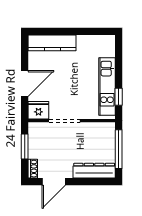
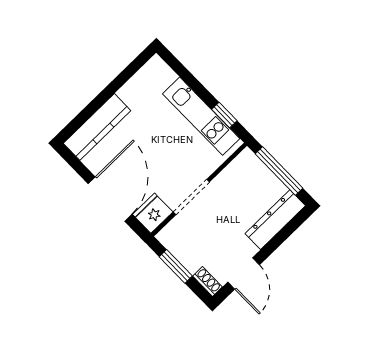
door: (25, 84) -> (110, 199), width x1.36

